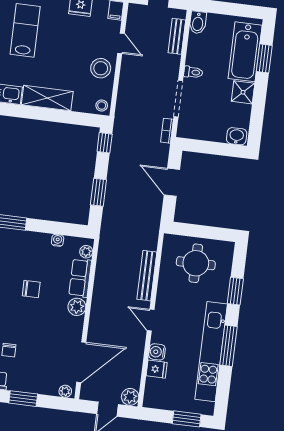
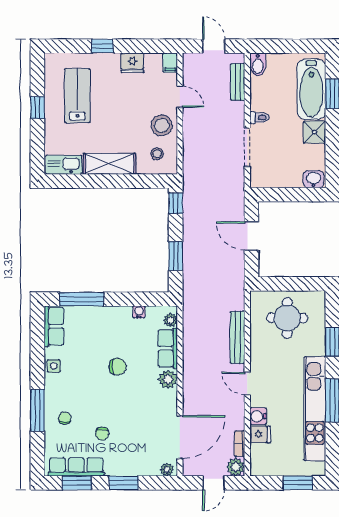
stool: (102, 106) -> (157, 154), moved
bookcase: (167, 131) -> (240, 444), moved

